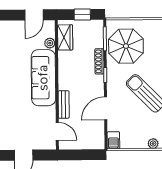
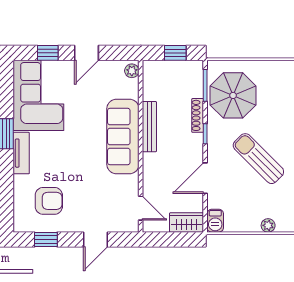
door: (34, 15) -> (87, 53), moved
wardrobe: (65, 37) -> (187, 222), moved, turned -90
plant: (50, 43) -> (132, 71), moved
bench: (64, 104) -> (149, 127), moved, width x1.36

